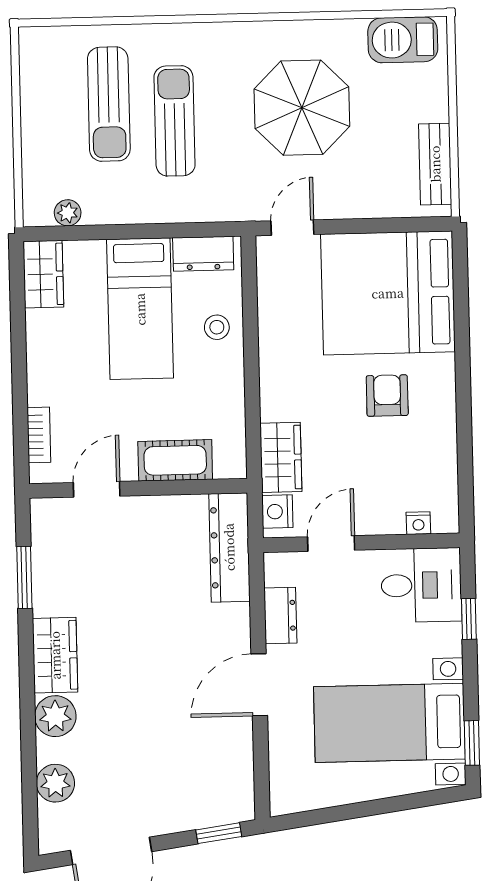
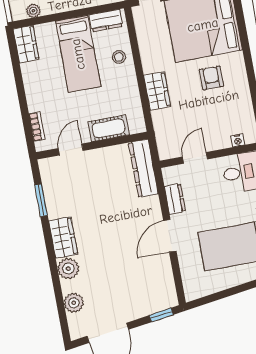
wardrobe: (281, 457) -> (157, 91), moved
nightstand: (277, 512) -> (165, 146), removed

